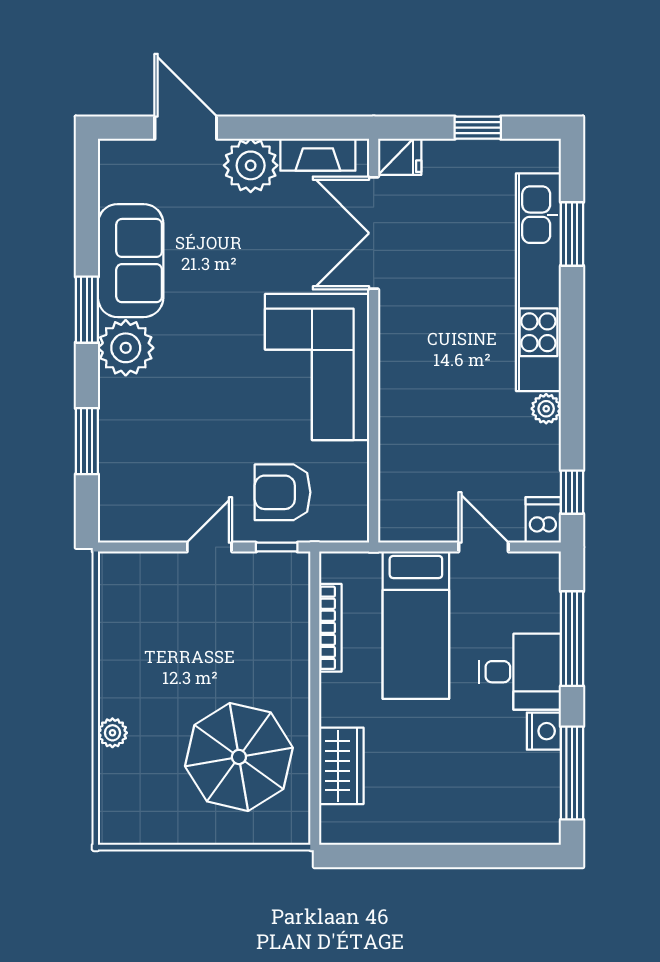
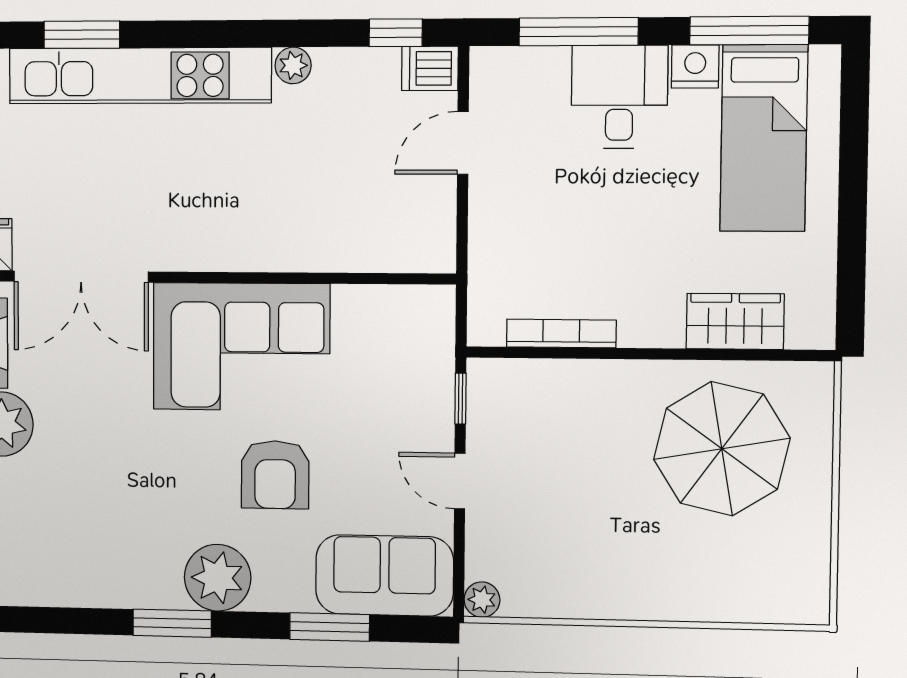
sofa: (131, 261) -> (384, 575), moved
armchair: (283, 492) -> (275, 475), moved
bed: (416, 625) -> (764, 138), moved, turned 90
plant: (112, 733) -> (482, 600), moved

